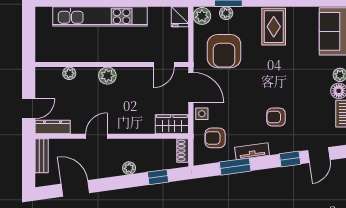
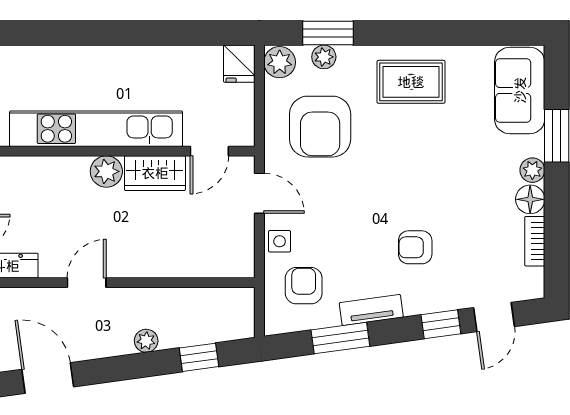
kitchen unit: (100, 16) -> (96, 129), moved, turned 180
rug: (274, 27) -> (411, 82), turned 90
plant: (69, 73) -> (37, 167), removed
door: (191, 87) -> (259, 193), width x0.73
wardrobe: (172, 124) -> (155, 173), moved, turned 180
armchair: (215, 138) -> (304, 286), turned 90
shoe rack: (183, 151) -> (244, 309), removed

